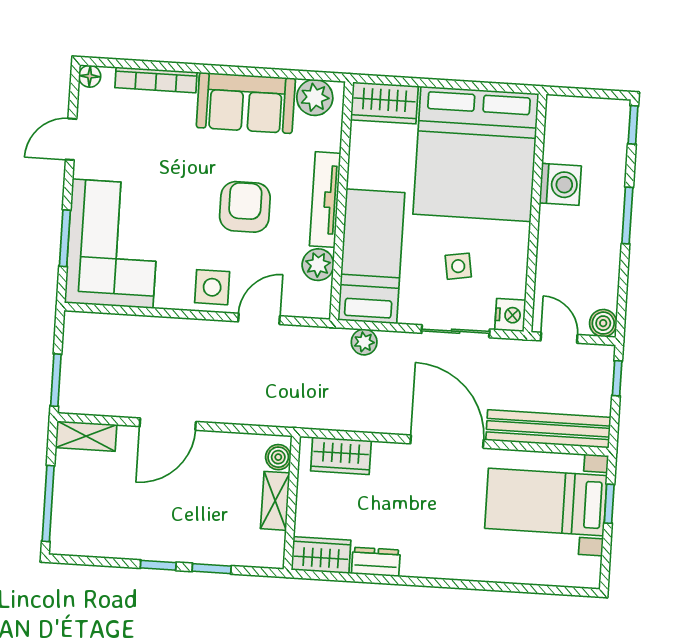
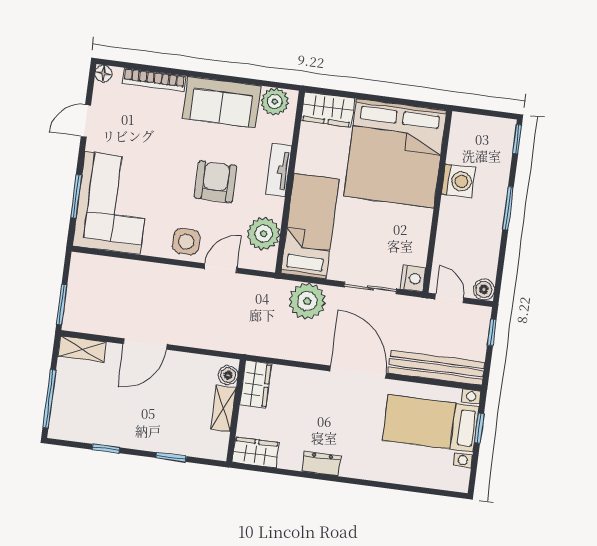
tv unit: (325, 200) -> (279, 170), width x0.71
plant: (318, 265) -> (264, 234), width x1.36, depth x1.36
side table: (458, 266) -> (376, 238), removed
plant: (364, 342) -> (307, 301), width x1.88, depth x1.88
wardrobe: (341, 456) -> (256, 384), moved, turned -90
dresser: (376, 562) -> (321, 464), moved
window: (158, 565) -> (106, 449), moved

